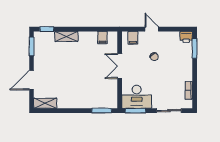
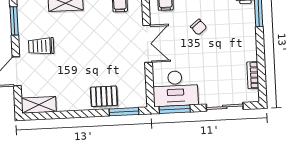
trolley: (49, 64) -> (41, 46), added
double door: (120, 66) -> (148, 44), swing flipped
pallet: (89, 100) -> (104, 96), added

